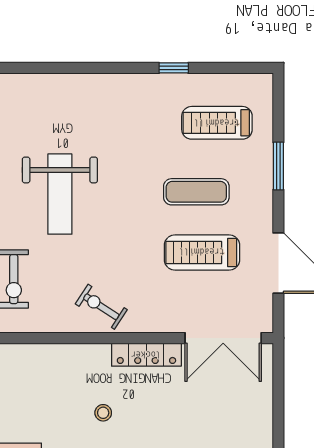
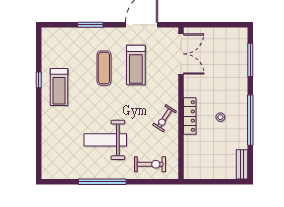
treadmill: (217, 123) -> (59, 87), moved
weight bench: (60, 194) -> (105, 140), turned 180
locker: (146, 355) -> (190, 116), moved

